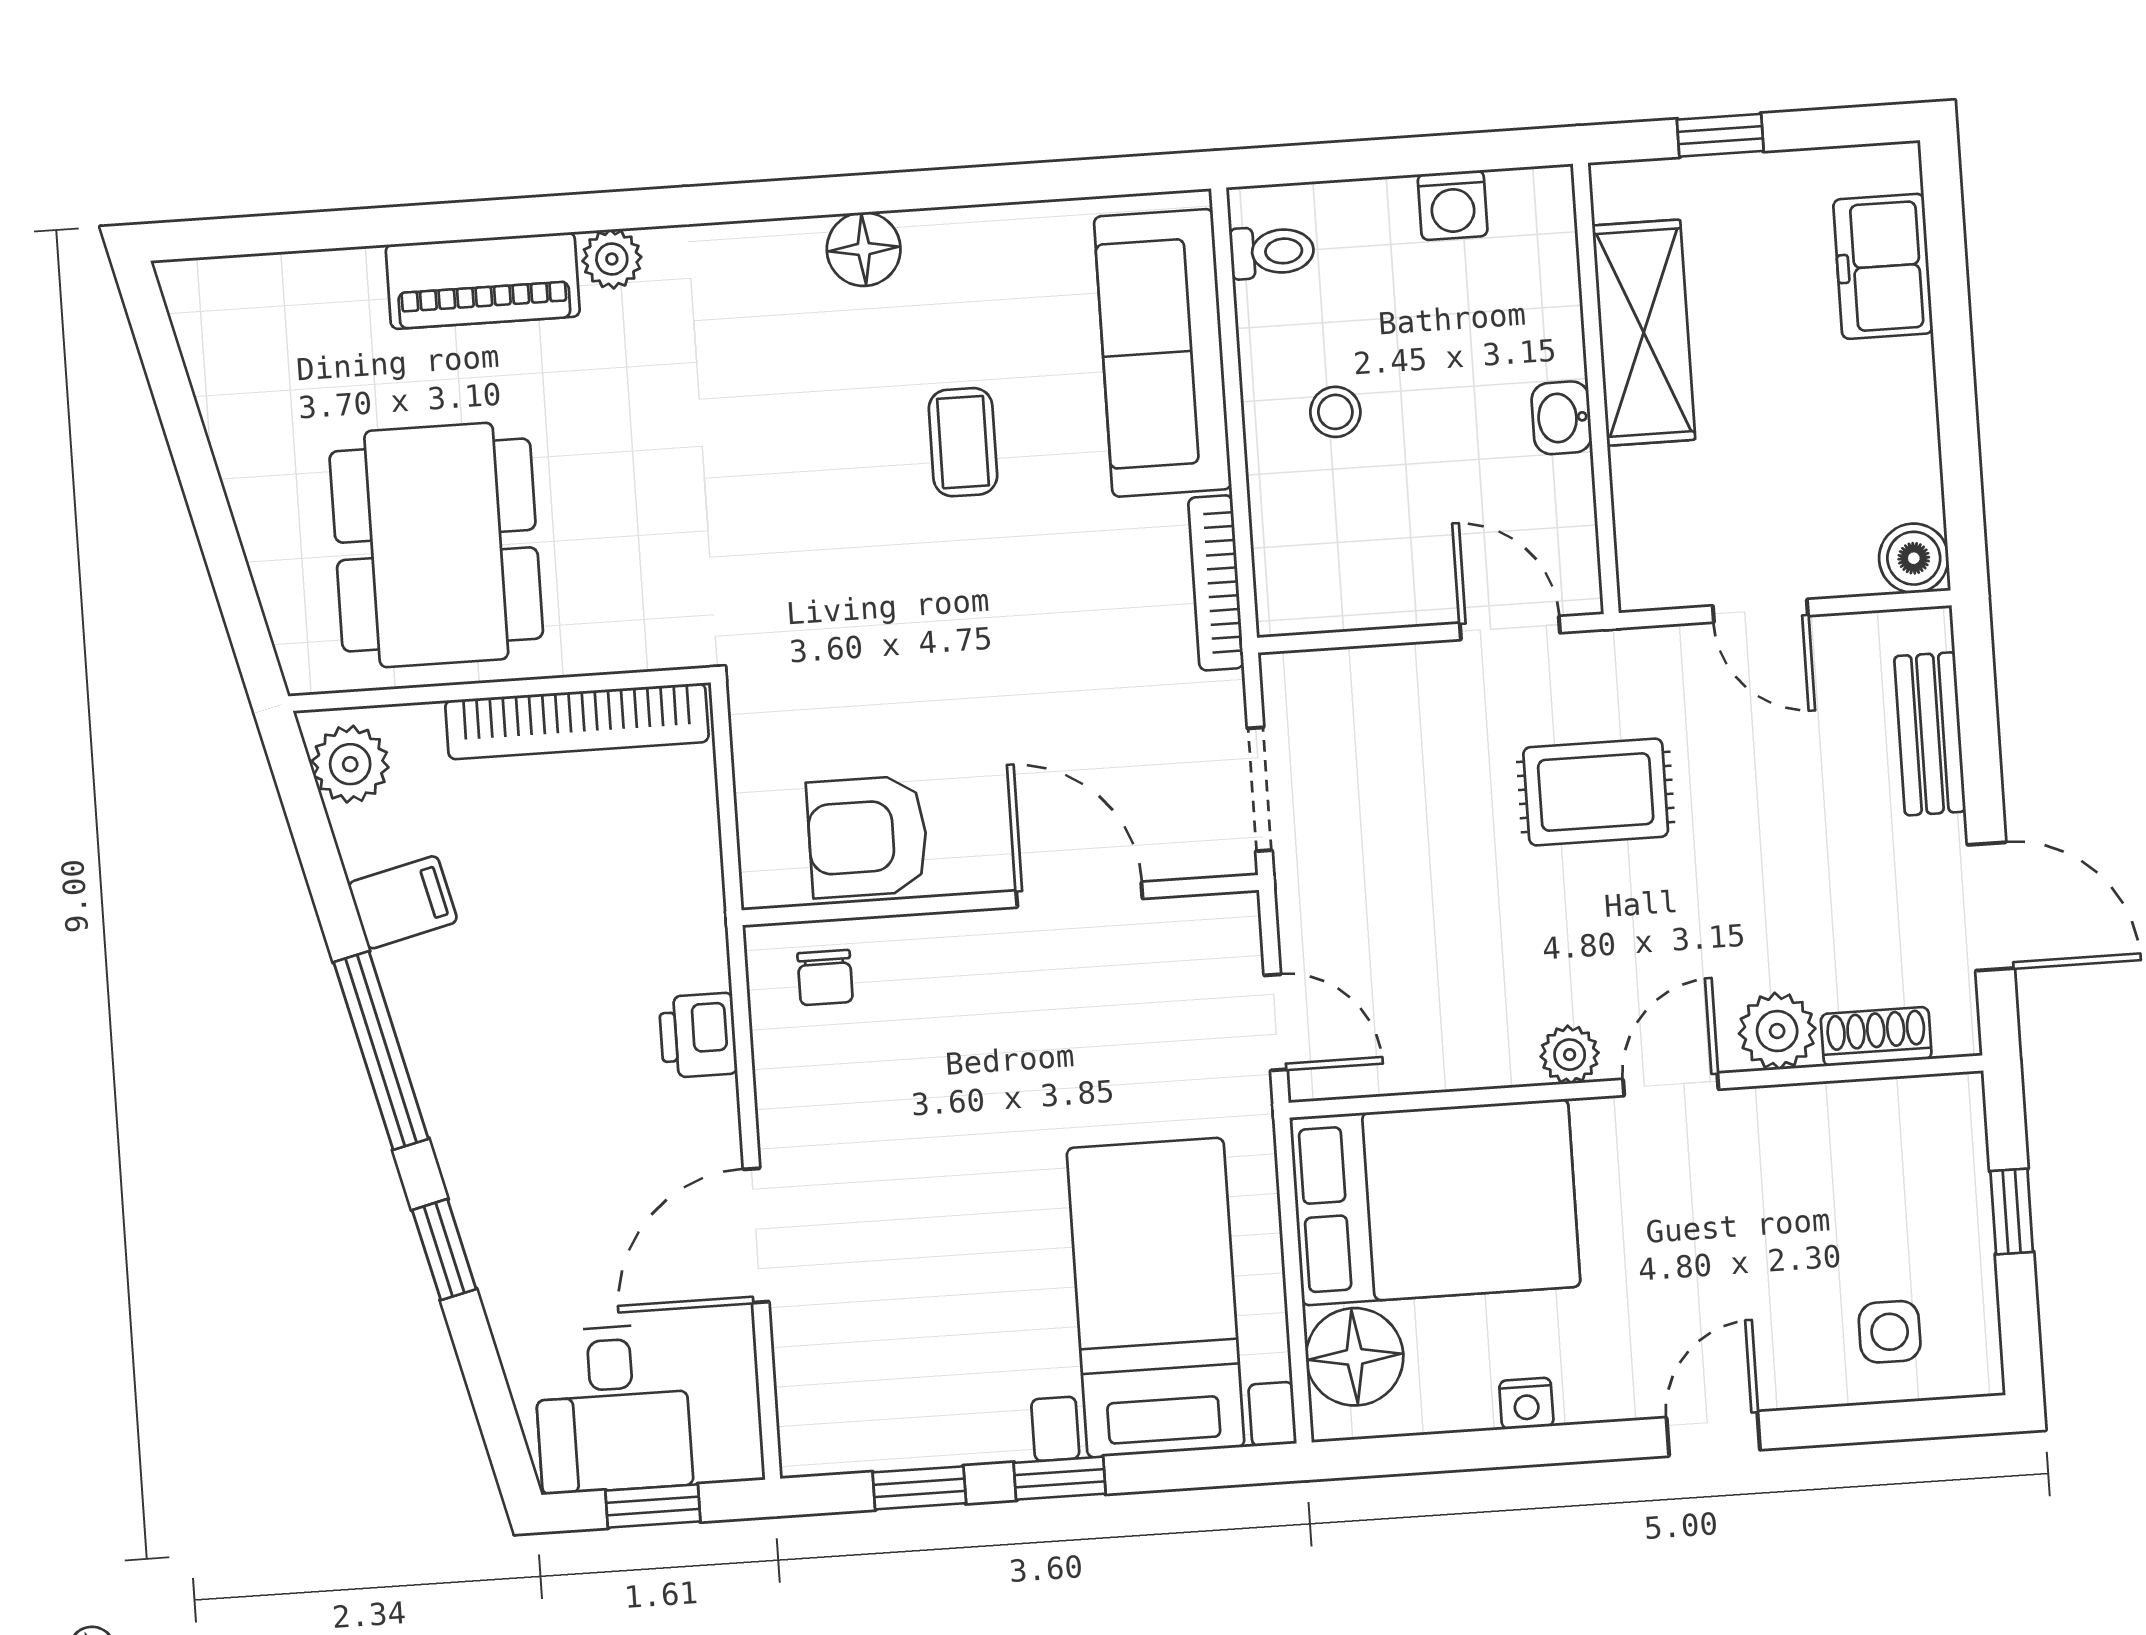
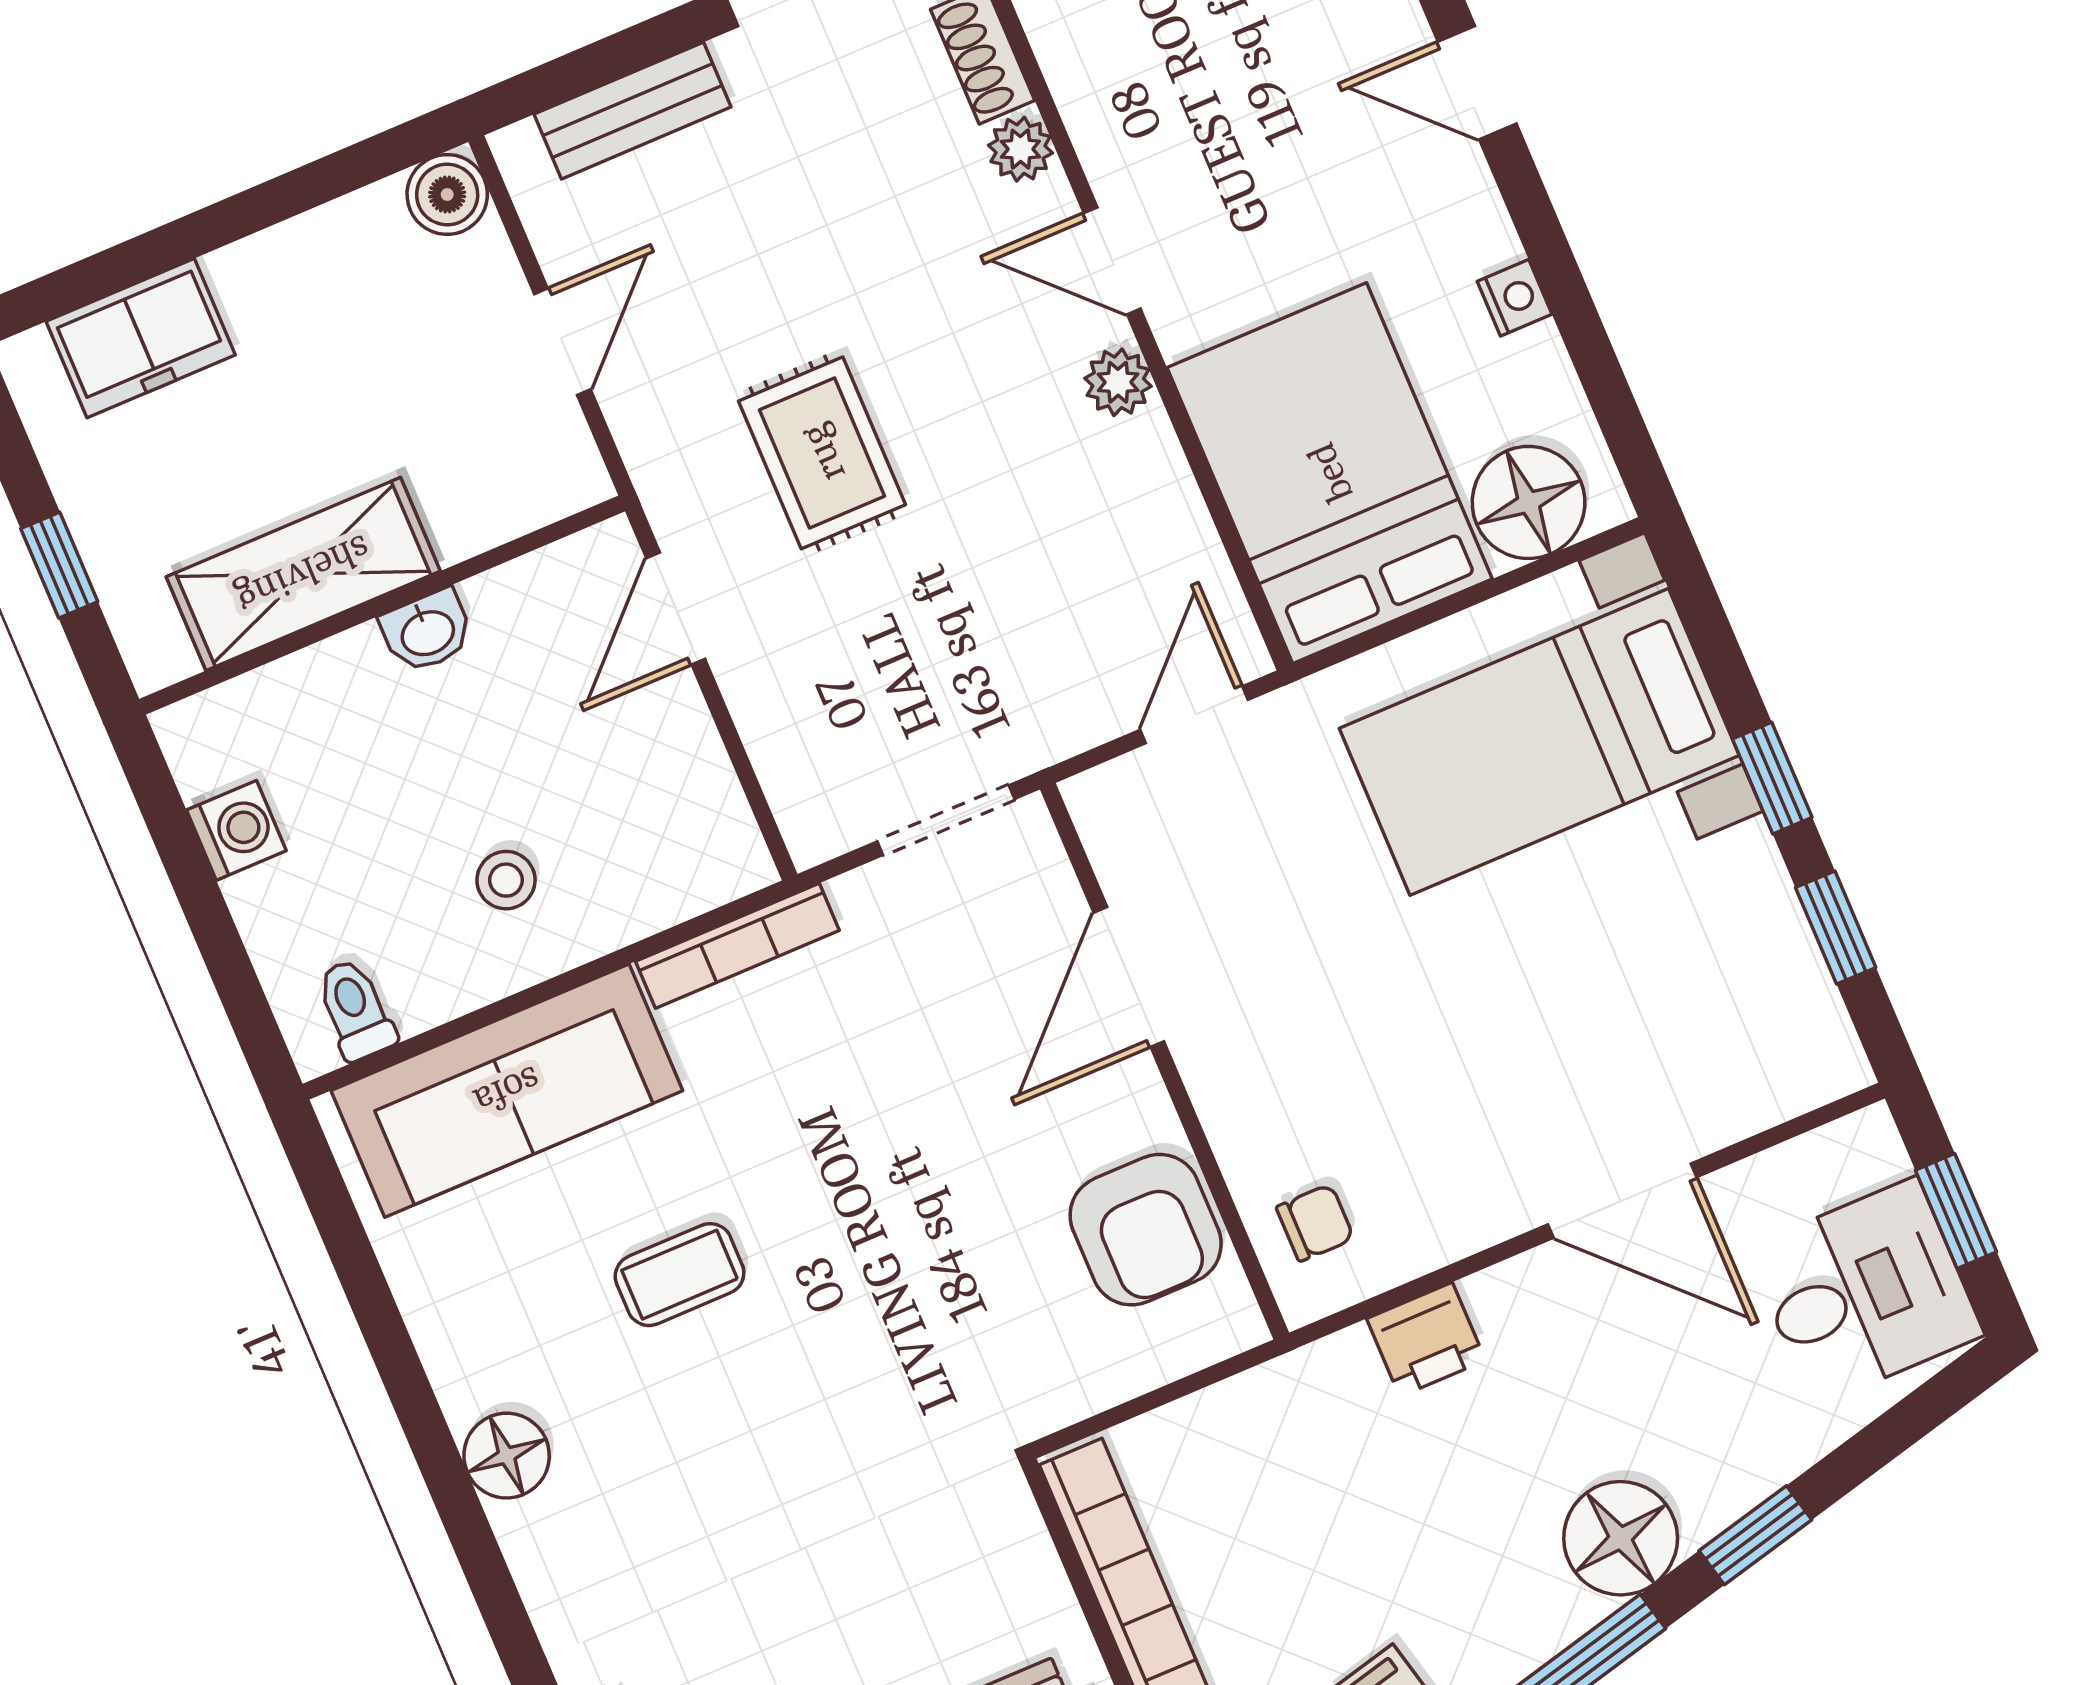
plant: (1777, 1031) -> (1020, 149), width x0.73, depth x0.73
floor lamp: (480, 1138) -> (1621, 1538), added

